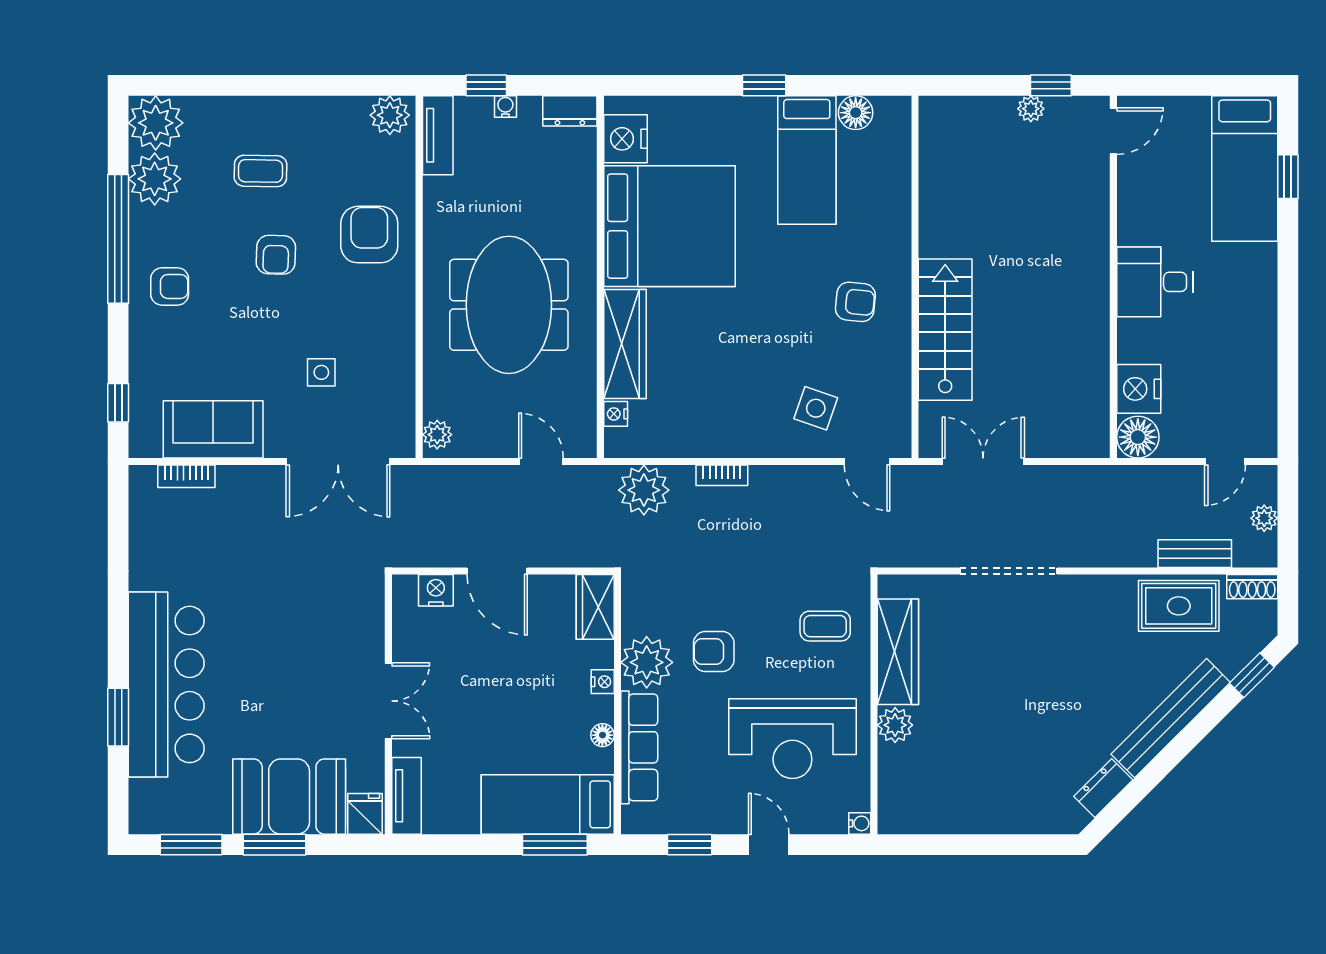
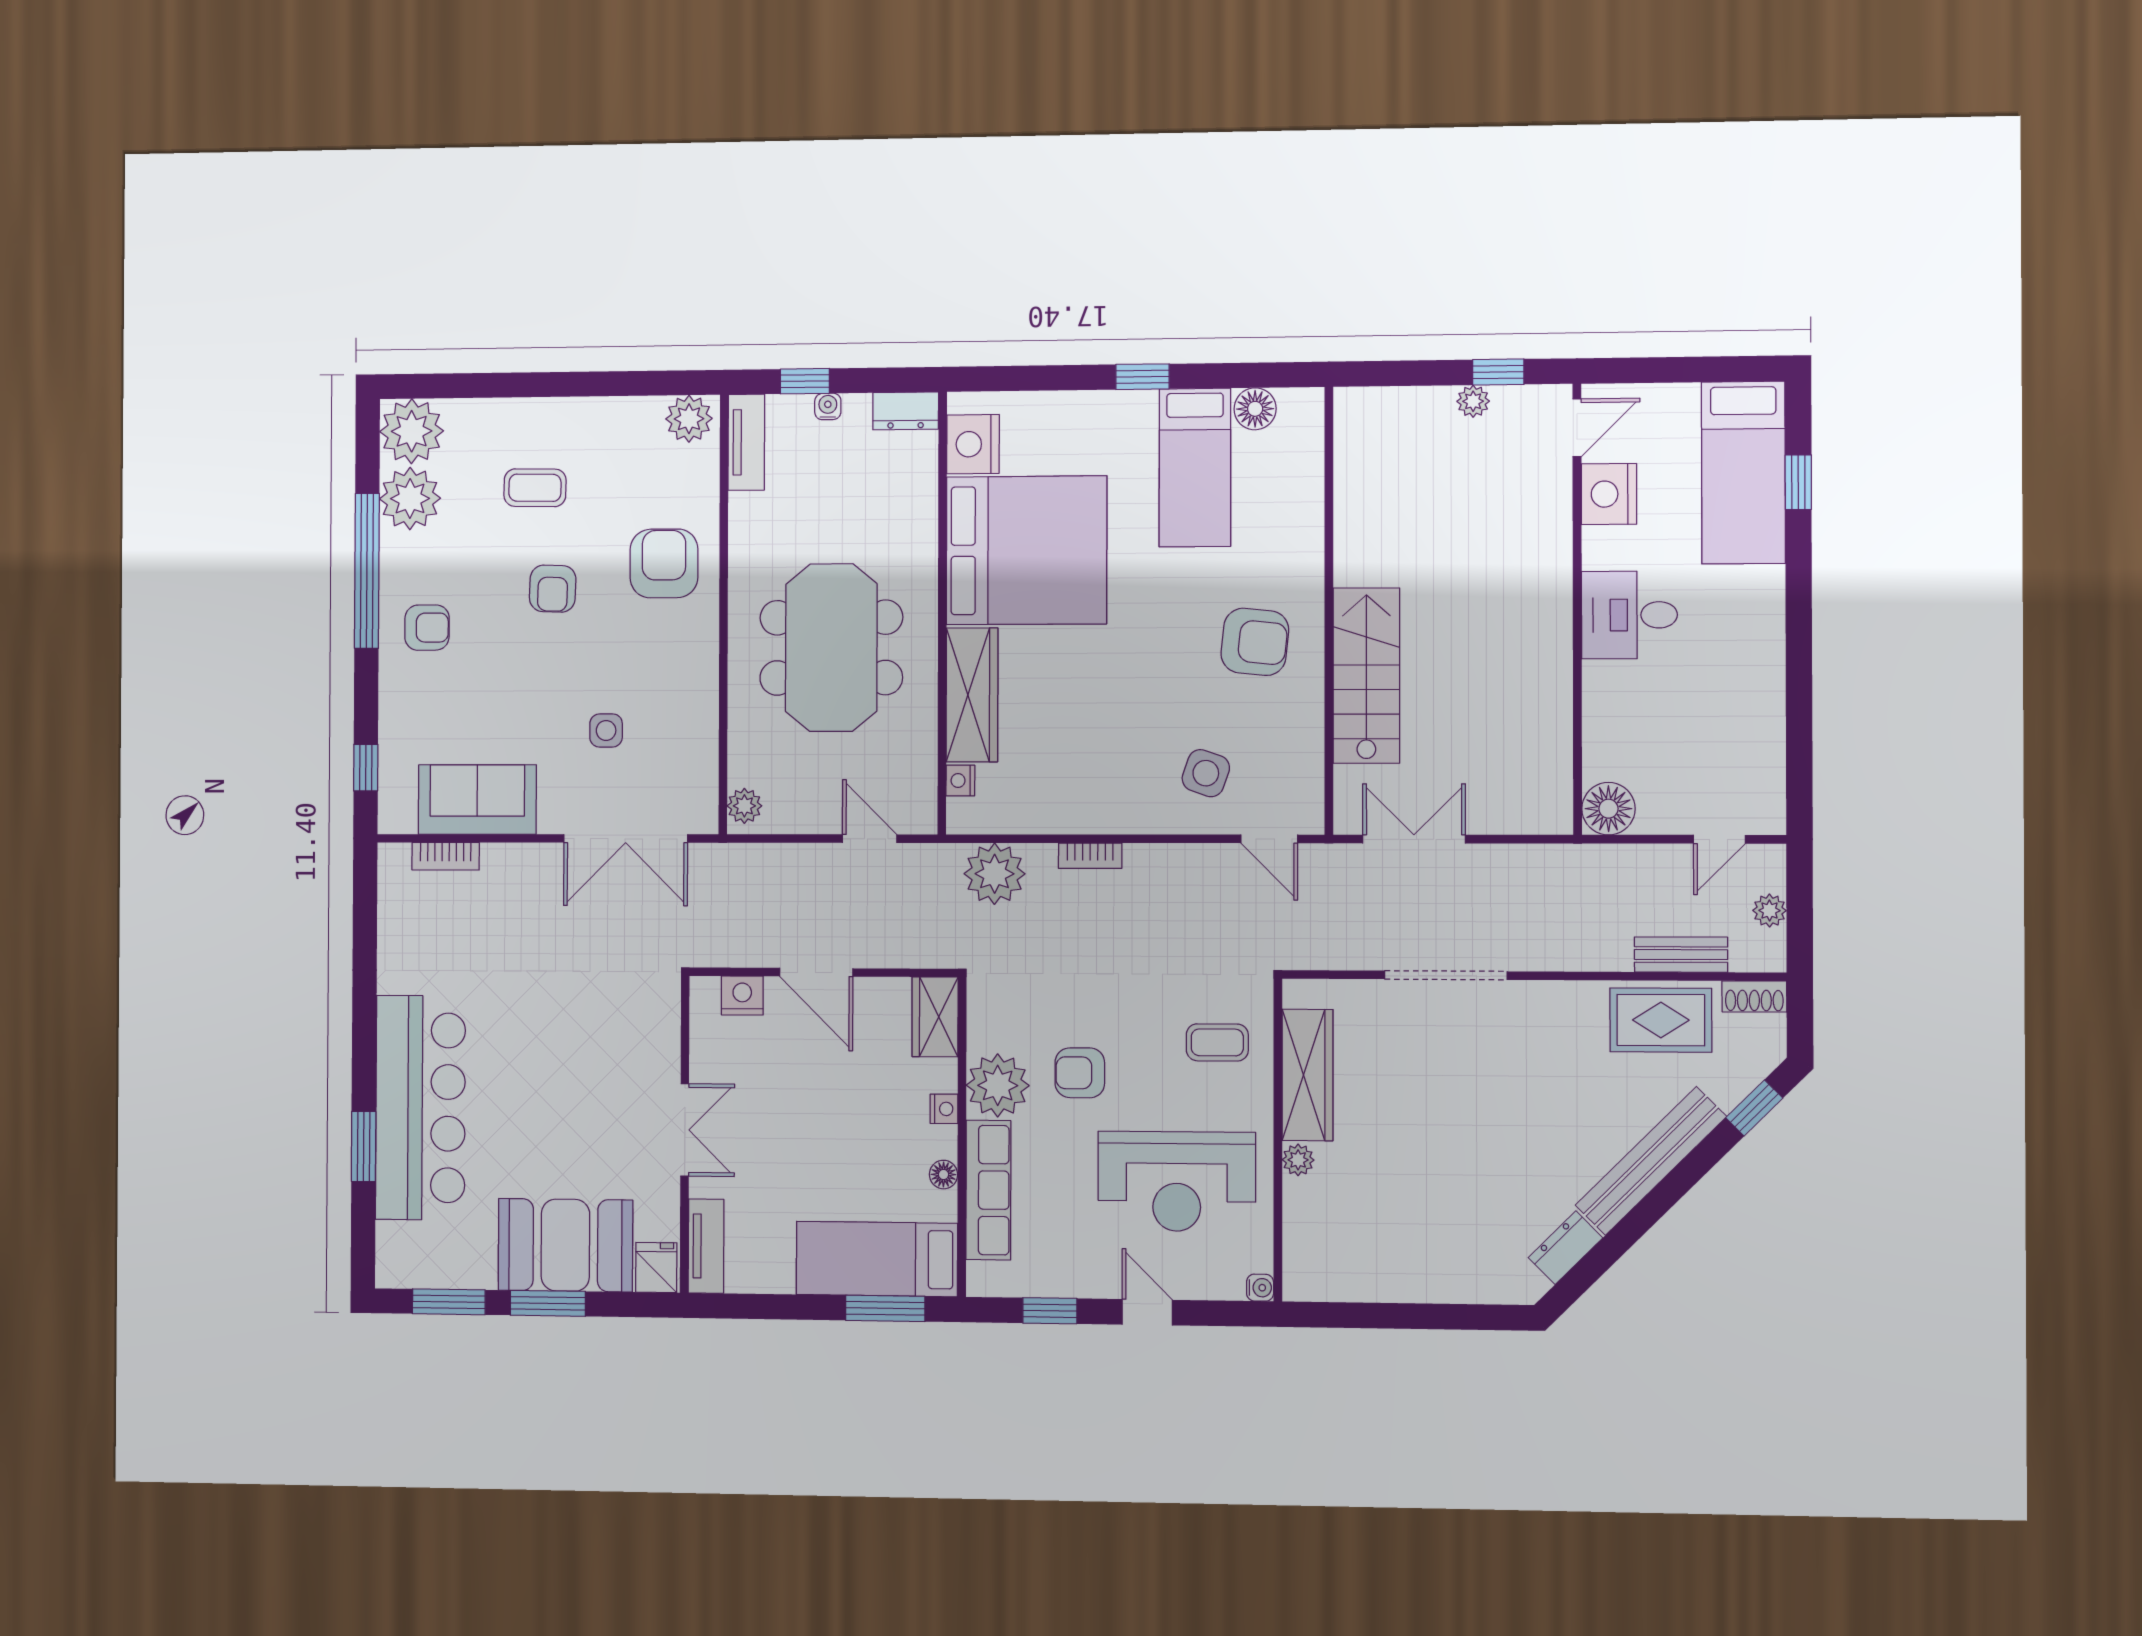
armchair: (855, 302) -> (1255, 642), width x1.38, depth x1.38
nightstand: (1139, 389) -> (1609, 494), moved
plant: (895, 725) -> (1298, 1160), width x0.73, depth x0.73

